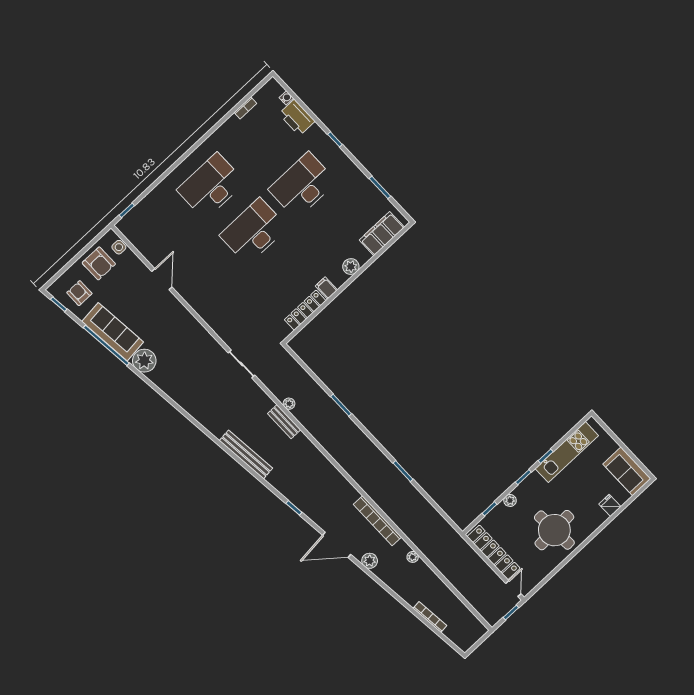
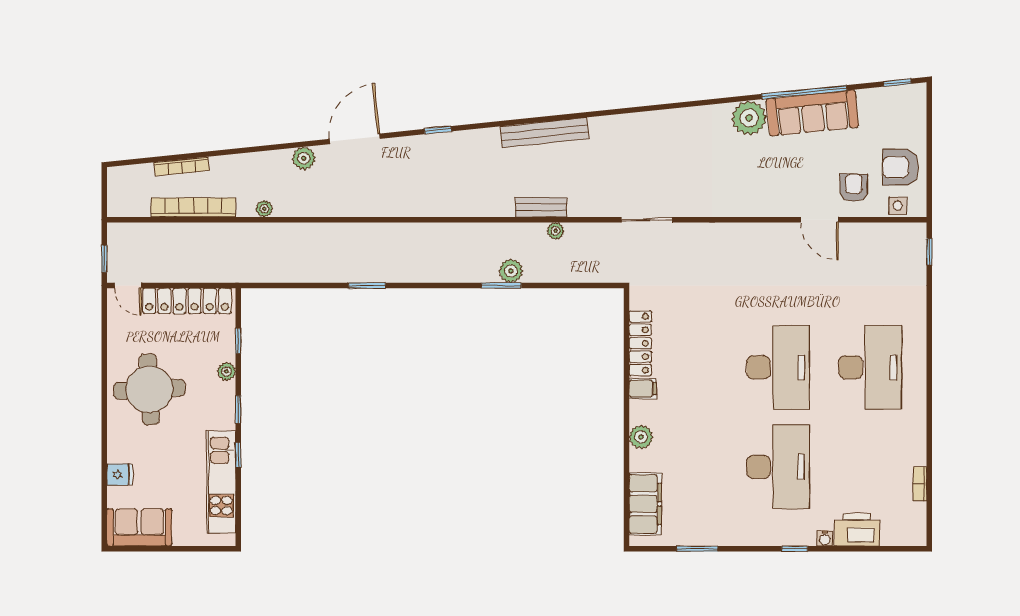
water cooler: (286, 98) -> (825, 538), moved
armchair: (79, 293) -> (854, 188), moved, turned -90
plant: (329, 407) -> (511, 271), added
bookcase: (377, 521) -> (193, 207), moved

